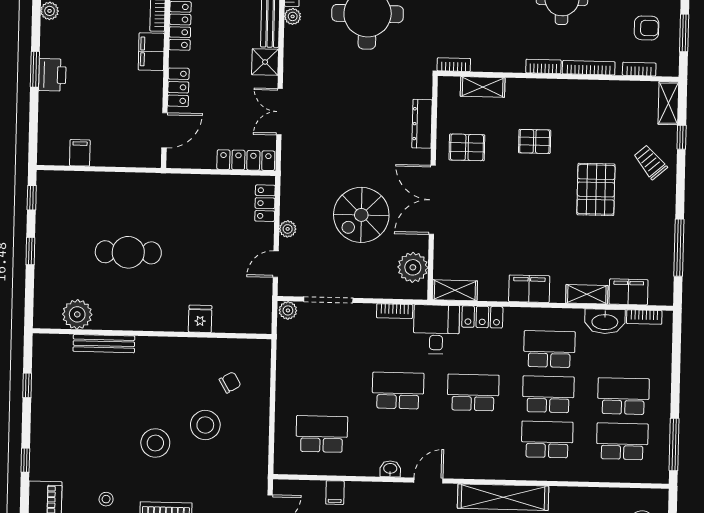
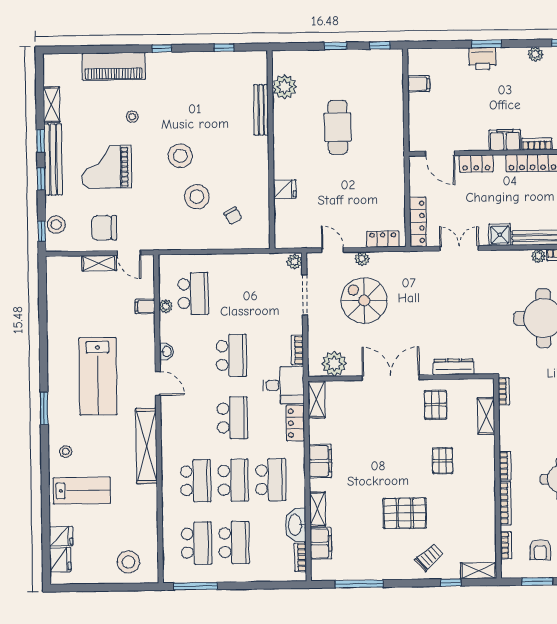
spiral stairs: (361, 215) -> (364, 300), moved
plant: (336, 468) -> (166, 306), added

